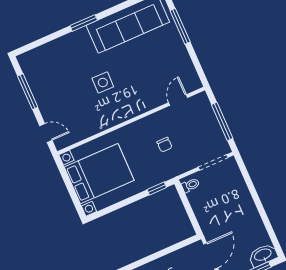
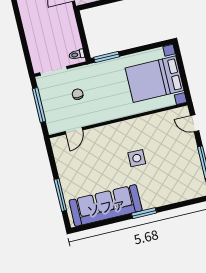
chair: (164, 145) -> (78, 94), moved
window: (157, 189) -> (107, 57), width x1.50

